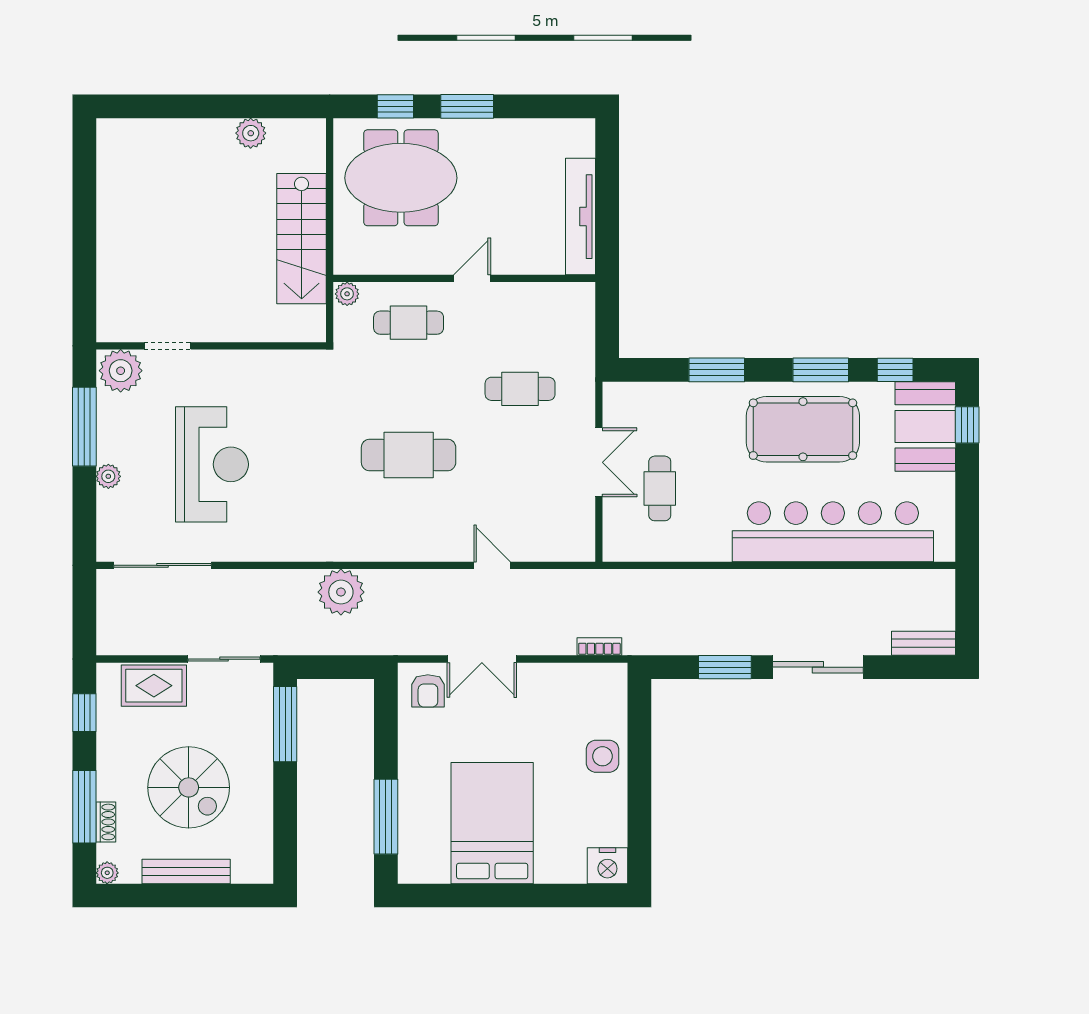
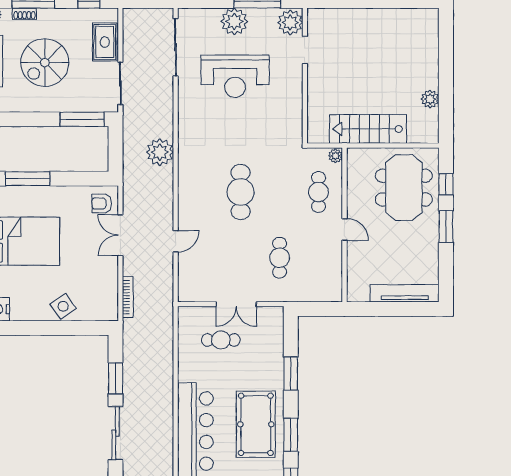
tv unit: (580, 217) -> (405, 293), moved
plant: (108, 476) -> (234, 21), width x1.88, depth x1.88
bookcase: (599, 647) -> (128, 297), width x1.56
side table: (602, 756) -> (63, 306), turned -35

